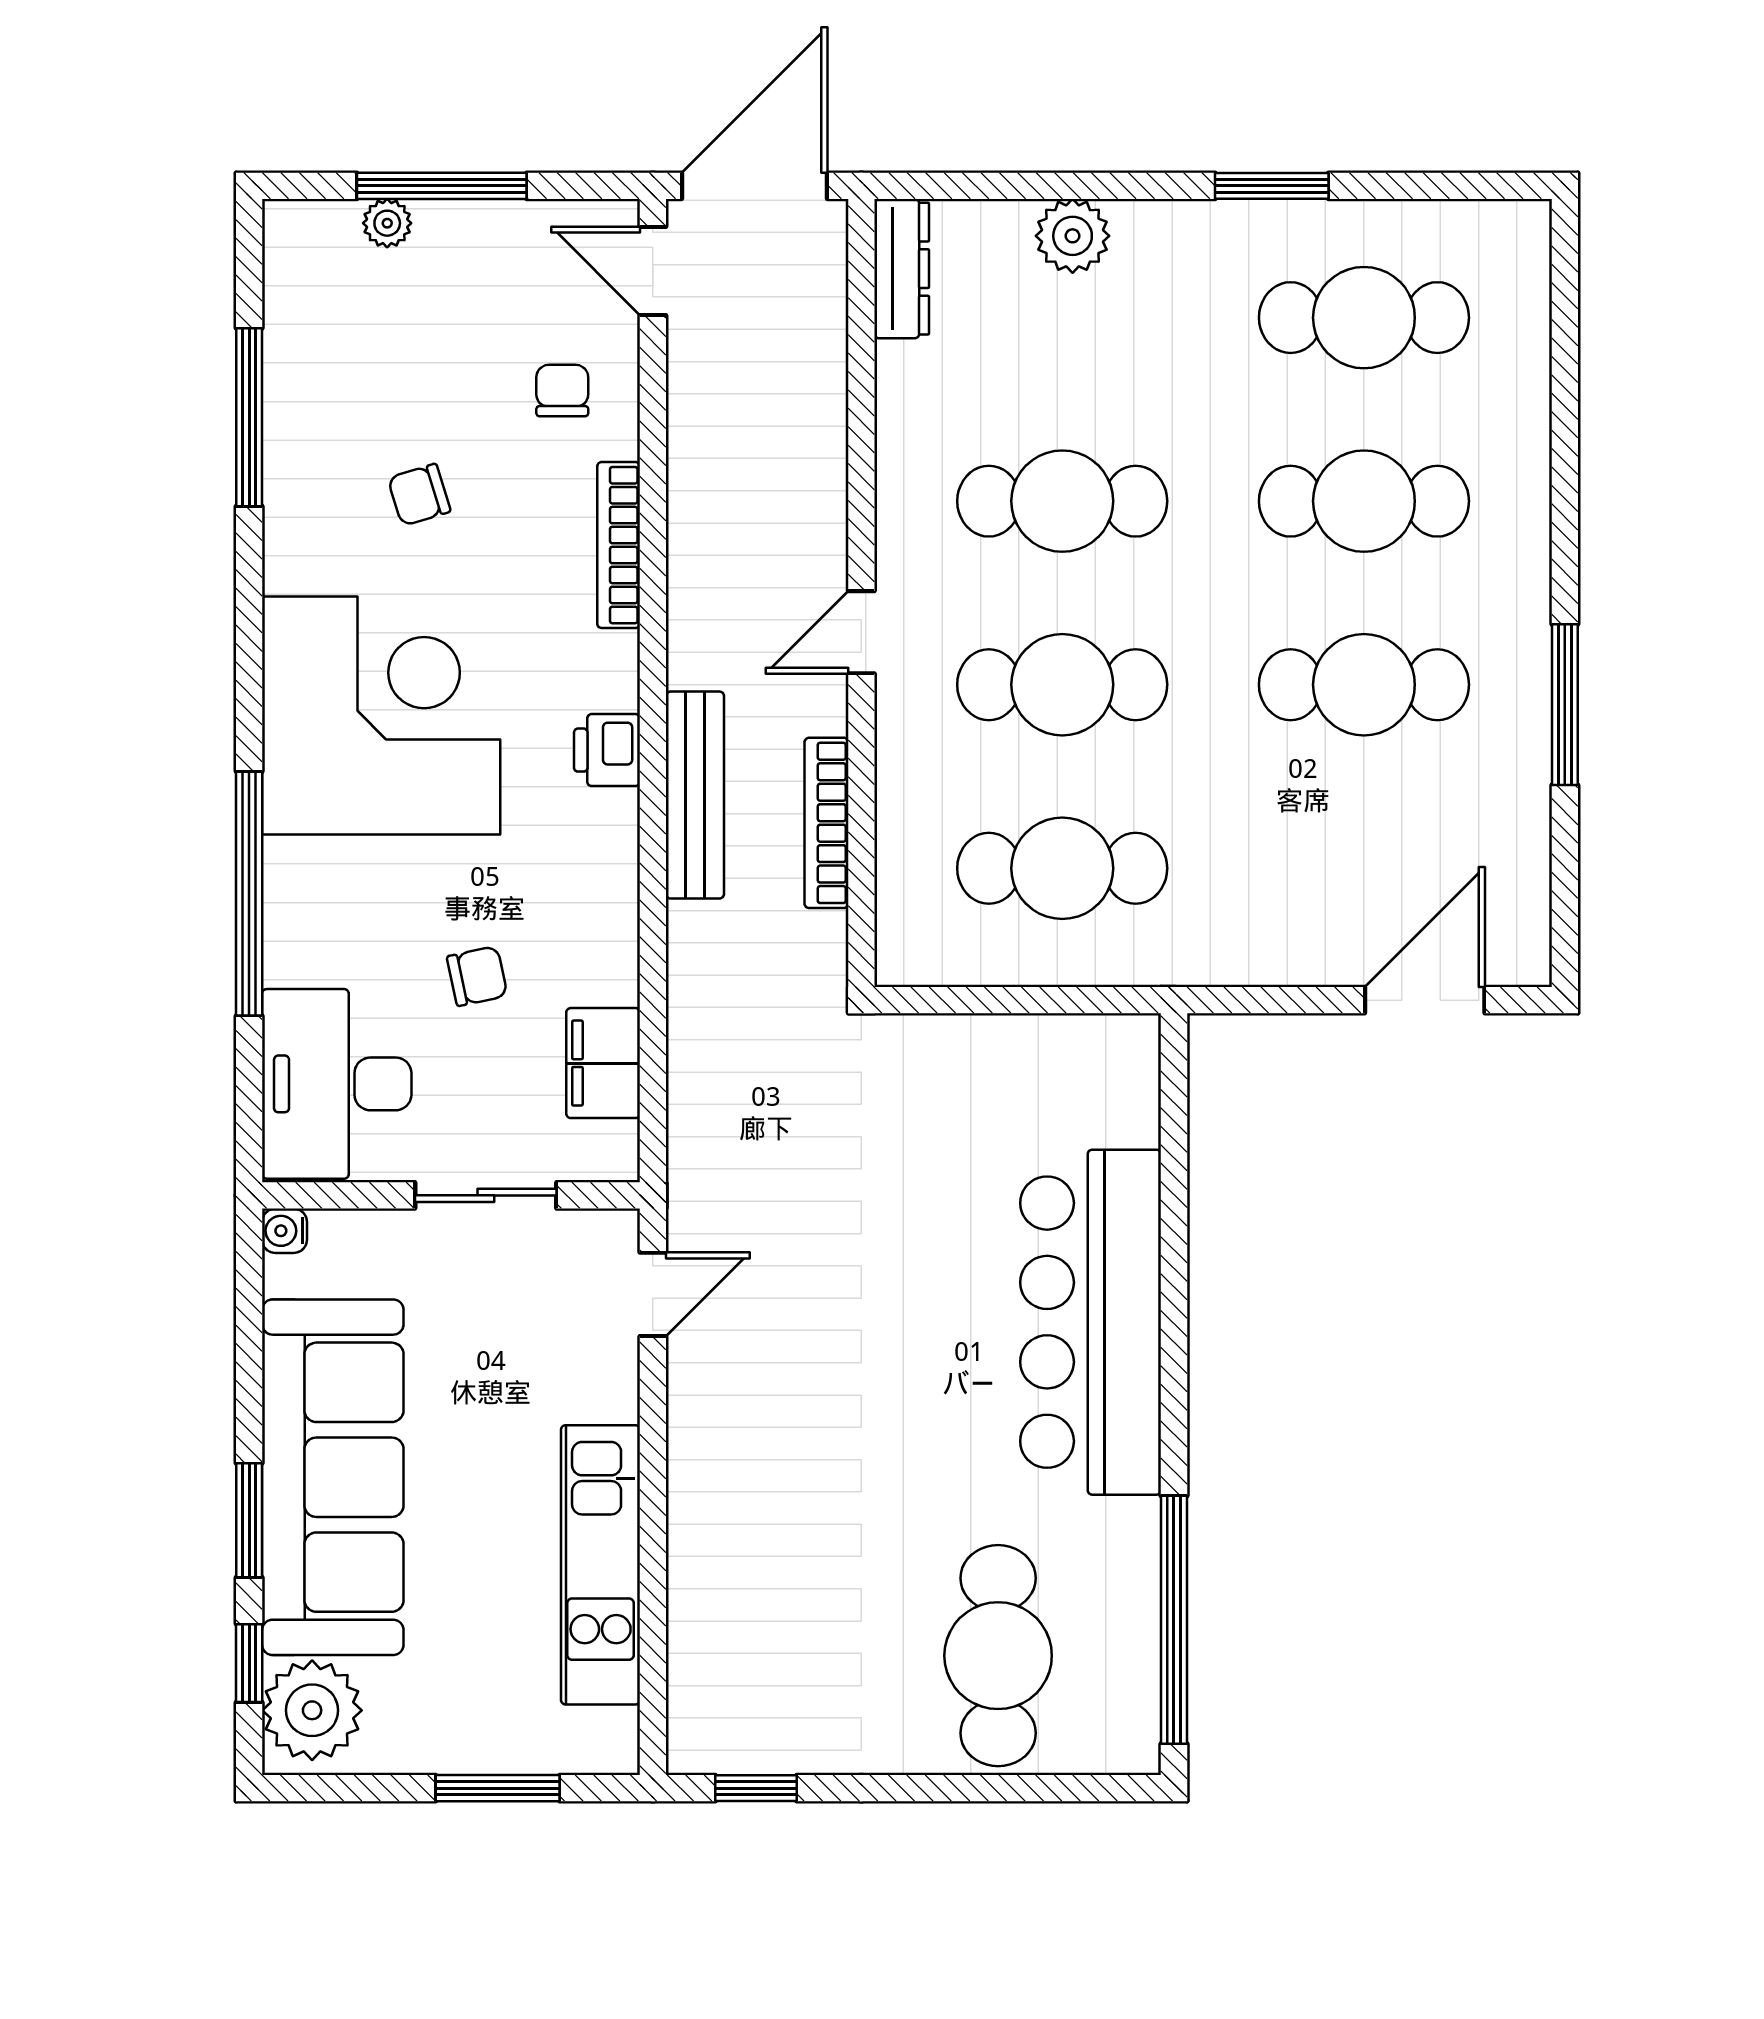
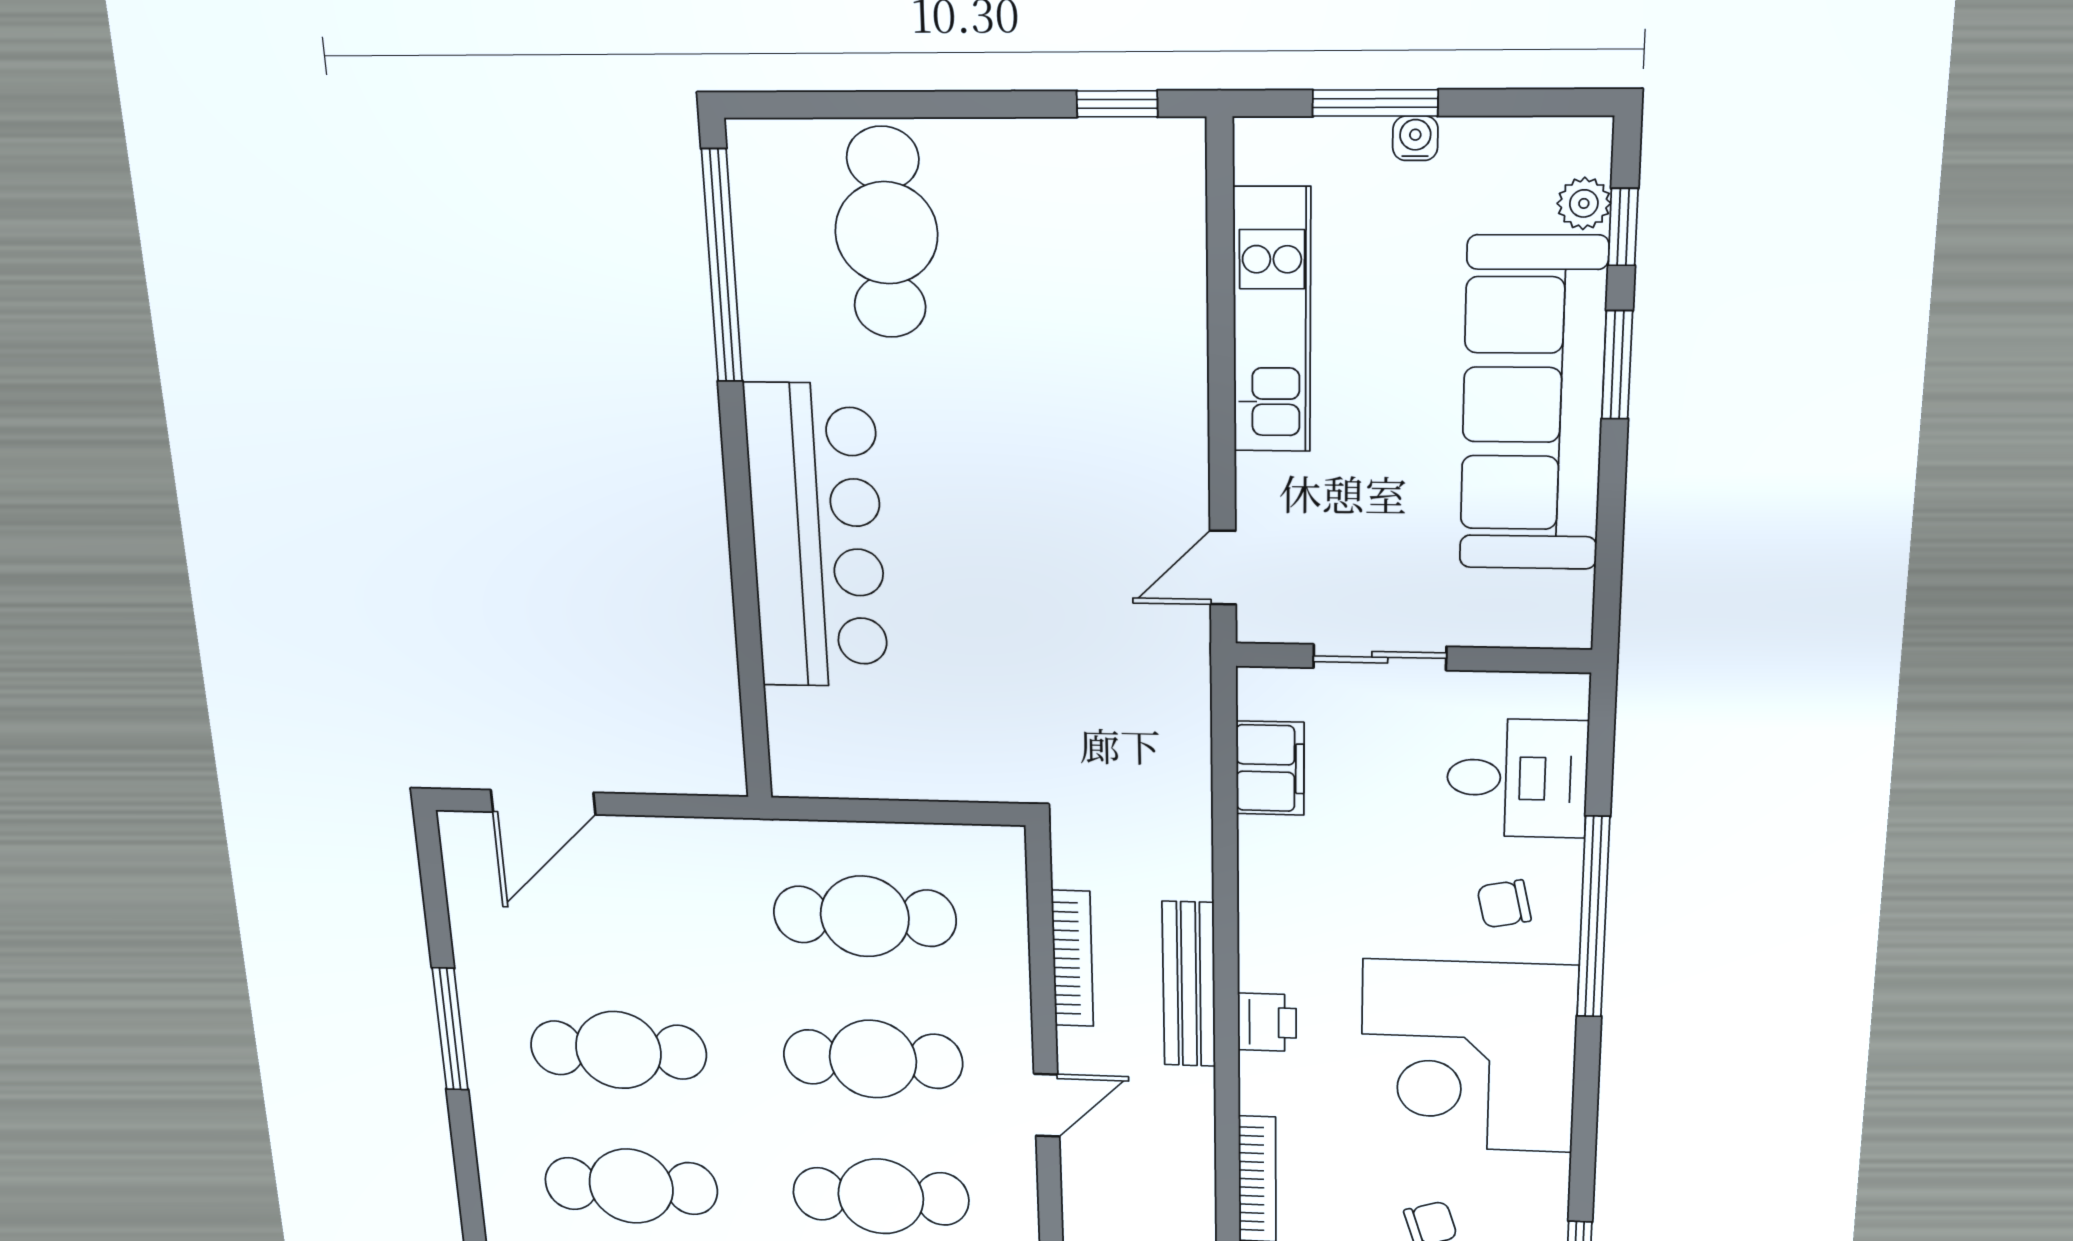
chair: (477, 976) -> (1504, 904), moved
desk: (337, 1084) -> (1517, 778), width x0.73
water cooler: (284, 1231) -> (1415, 138), moved, turned -90
plant: (312, 1710) -> (1584, 203), width x0.53, depth x0.53

